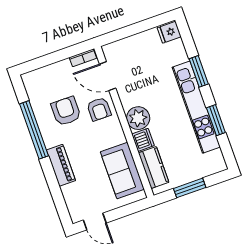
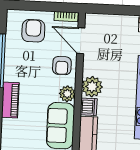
armchair: (66, 111) -> (33, 31), moved
plant: (116, 135) -> (67, 94), added

